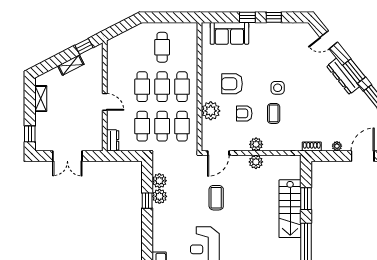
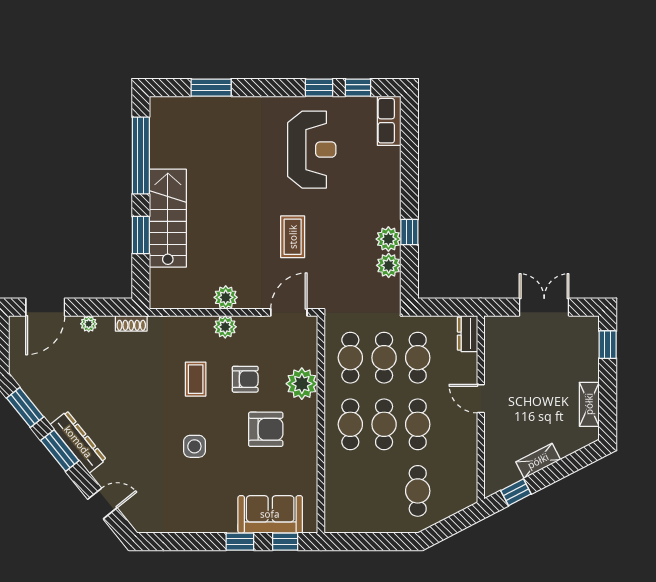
window: (274, 17) -> (285, 542), moved
cafe table: (162, 47) -> (418, 491), moved
side table: (278, 88) -> (194, 446), moved

